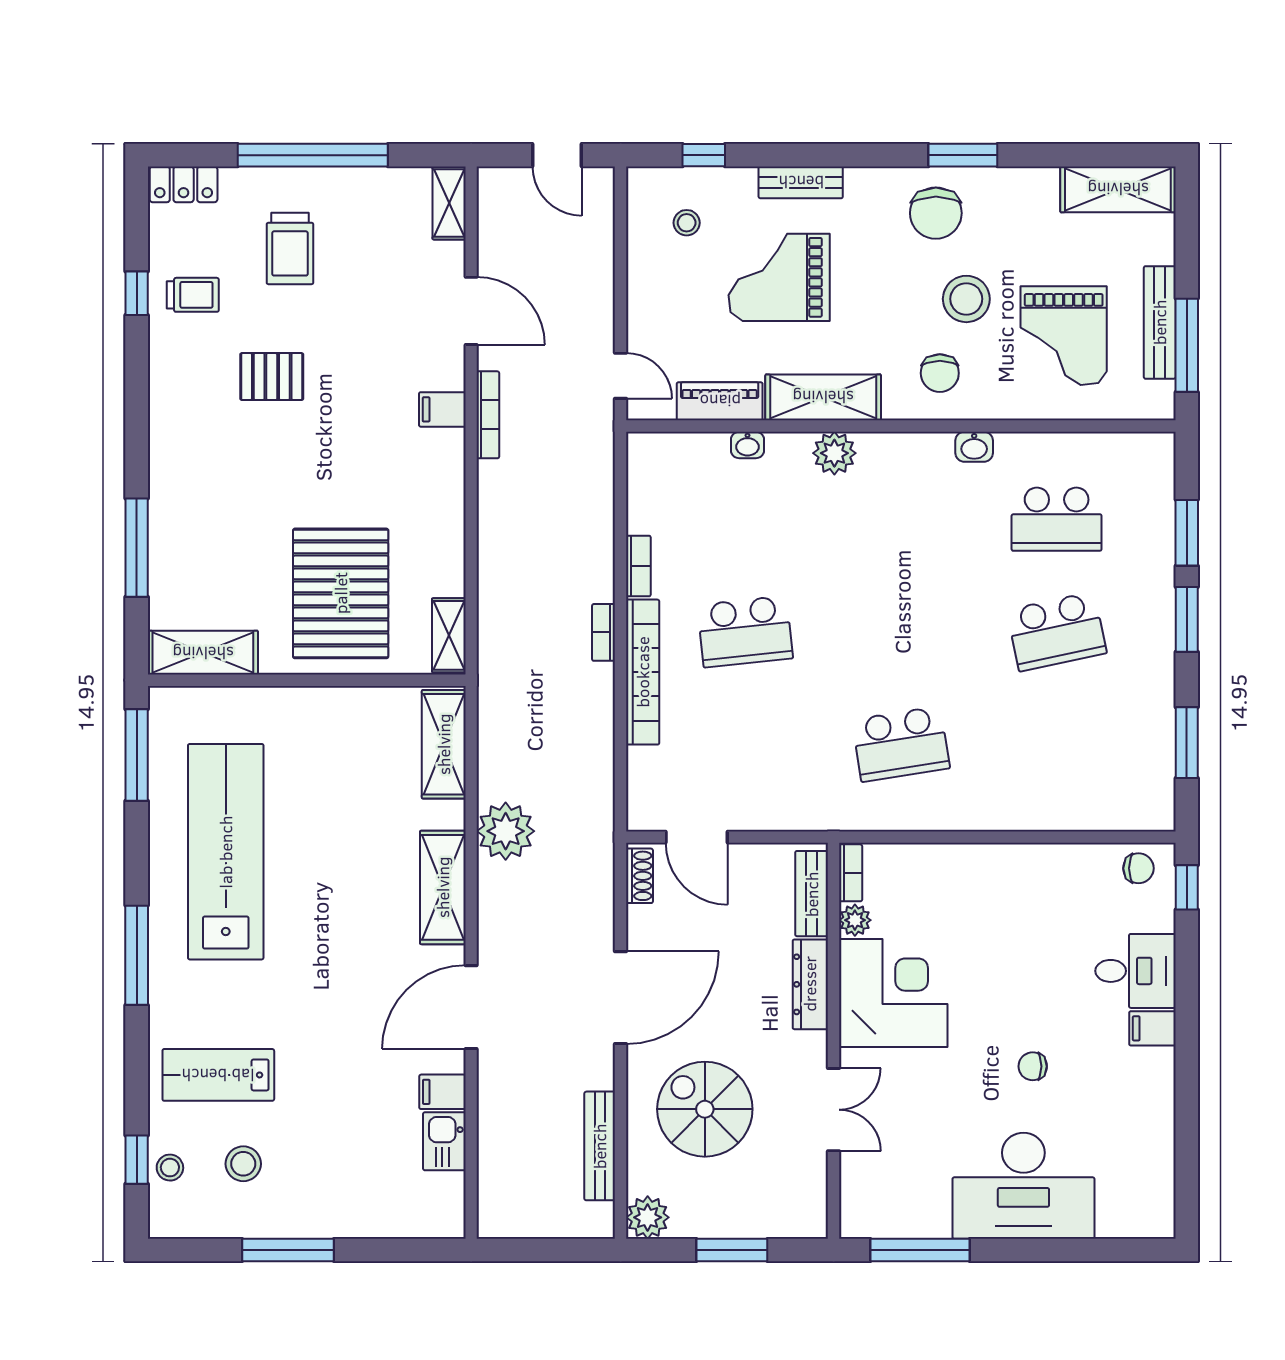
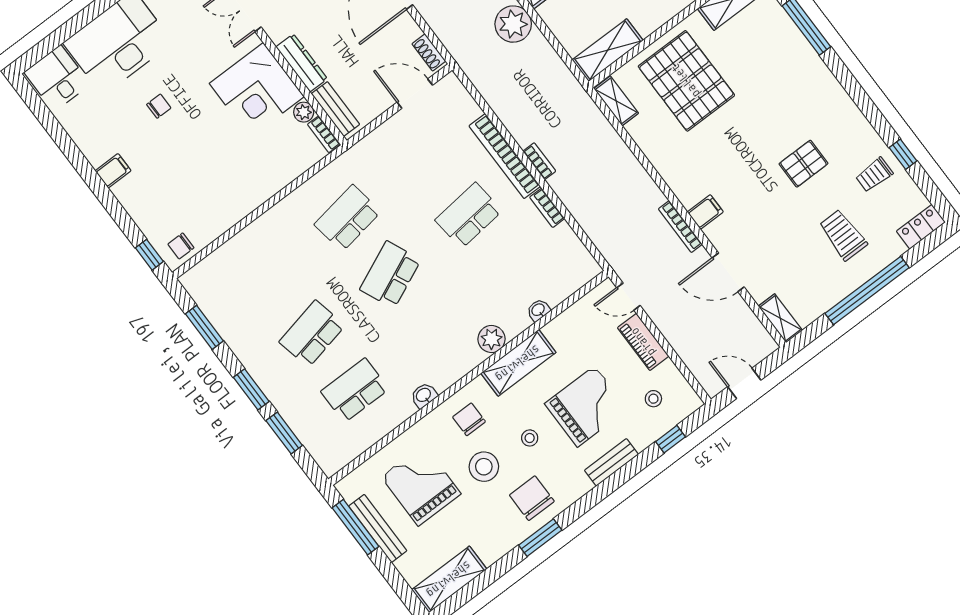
stool: (881, 291) -> (530, 438), added
piano: (720, 401) -> (643, 342), moved, turned 90
school desk: (901, 632) -> (390, 275), added
shelving: (444, 744) -> (608, 50), moved, turned 90
desk: (1135, 971) -> (57, 78), moved, turned 90

